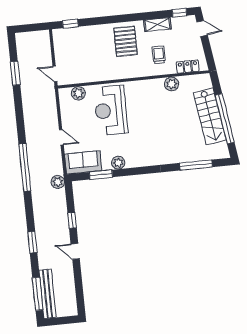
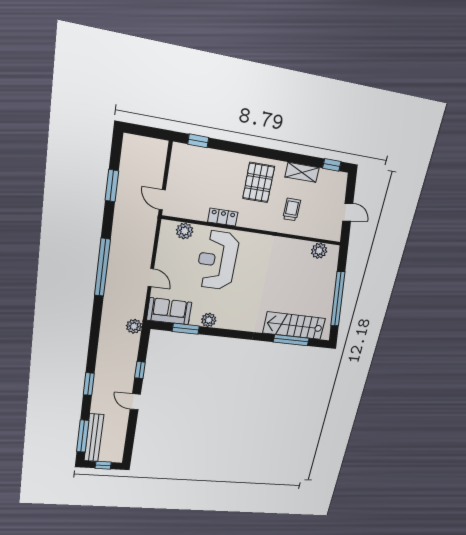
door: (202, 29) -> (348, 212), moved
locker: (188, 67) -> (223, 217), moved
plant: (172, 84) -> (319, 251), moved
stairs: (210, 116) -> (294, 326), moved, turned 98
window: (25, 167) -> (102, 268), moved
window: (62, 321) -> (103, 465), added

